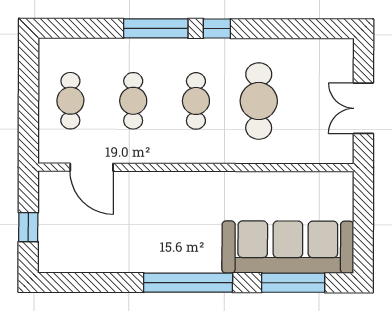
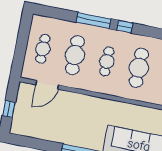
cafe table: (133, 101) -> (75, 55), width x1.37, depth x1.35
door: (92, 167) -> (47, 85), hinge flipped

